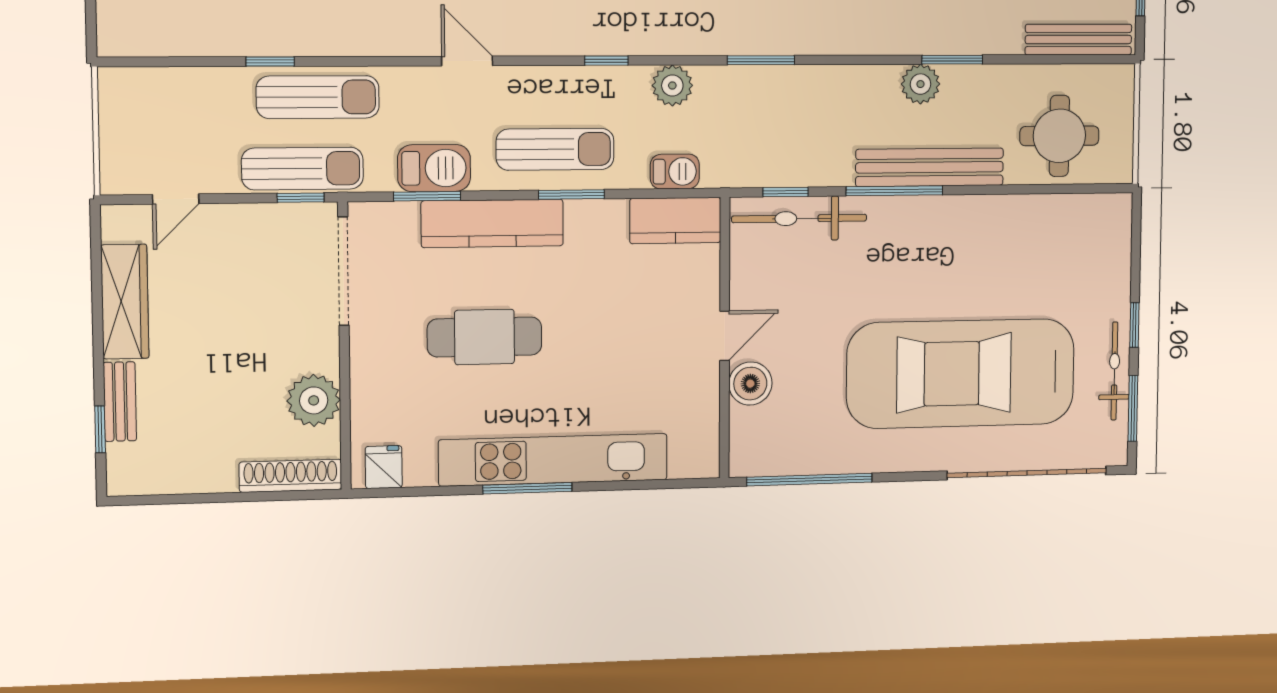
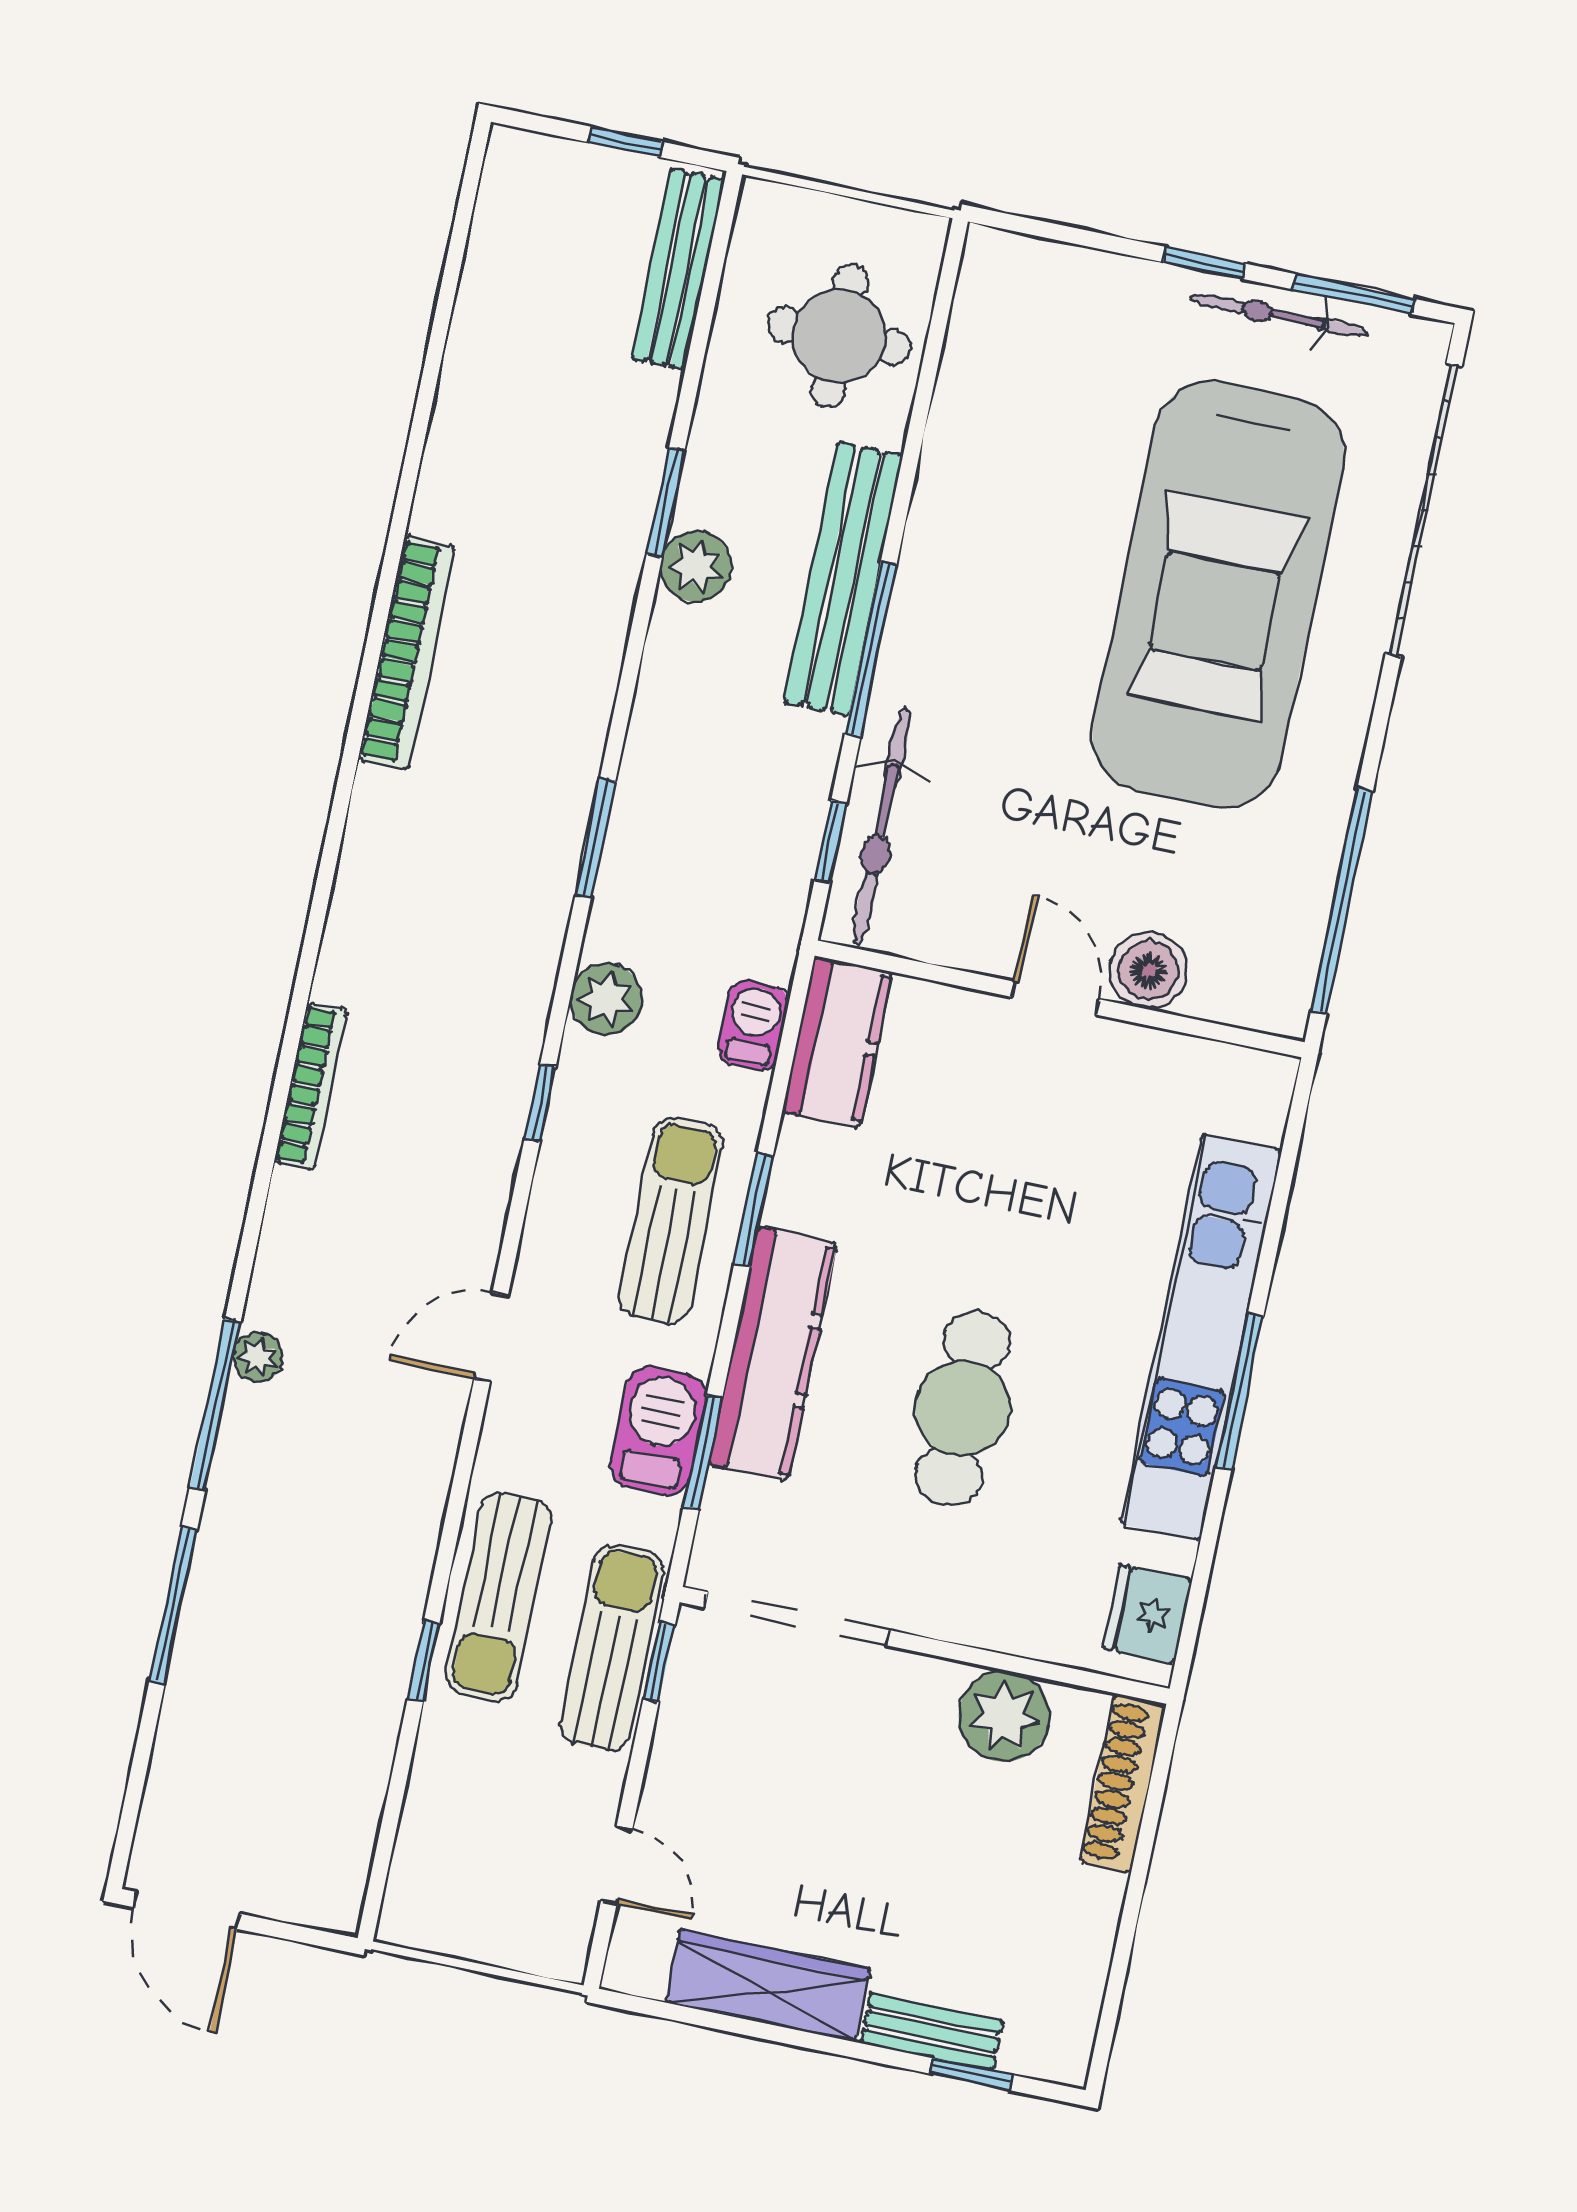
sun lounger: (318, 97) -> (499, 1597), turned 180
fridge: (384, 467) -> (1147, 1614), width x1.38

